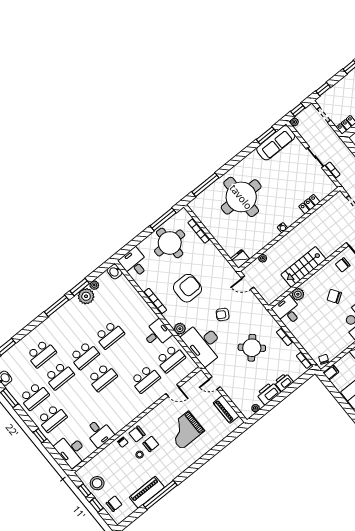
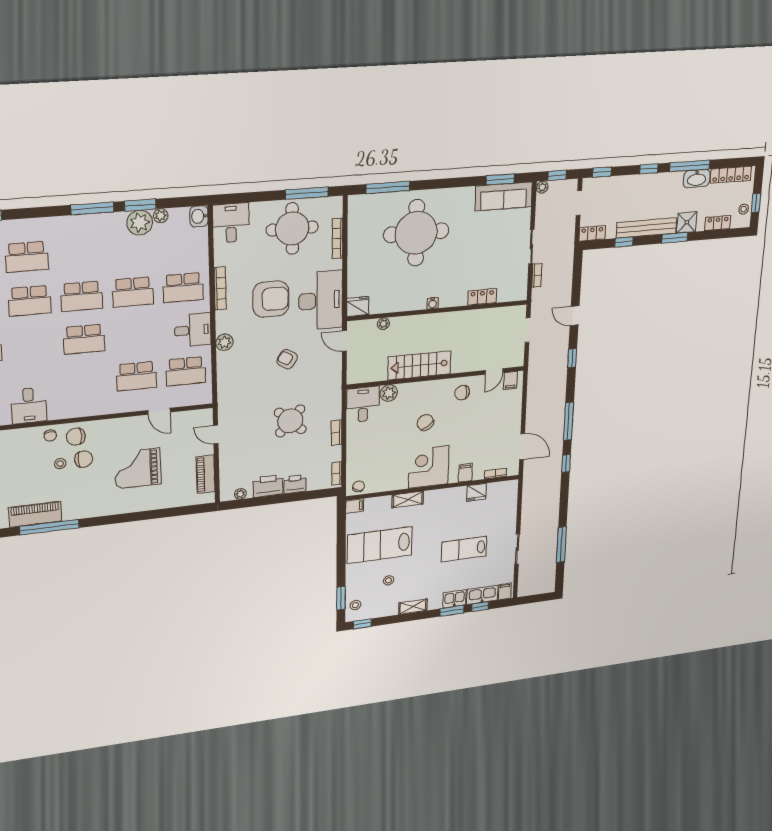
school desk: (135, 314) -> (183, 288), added
desk: (204, 343) -> (321, 300), moved, turned 180

